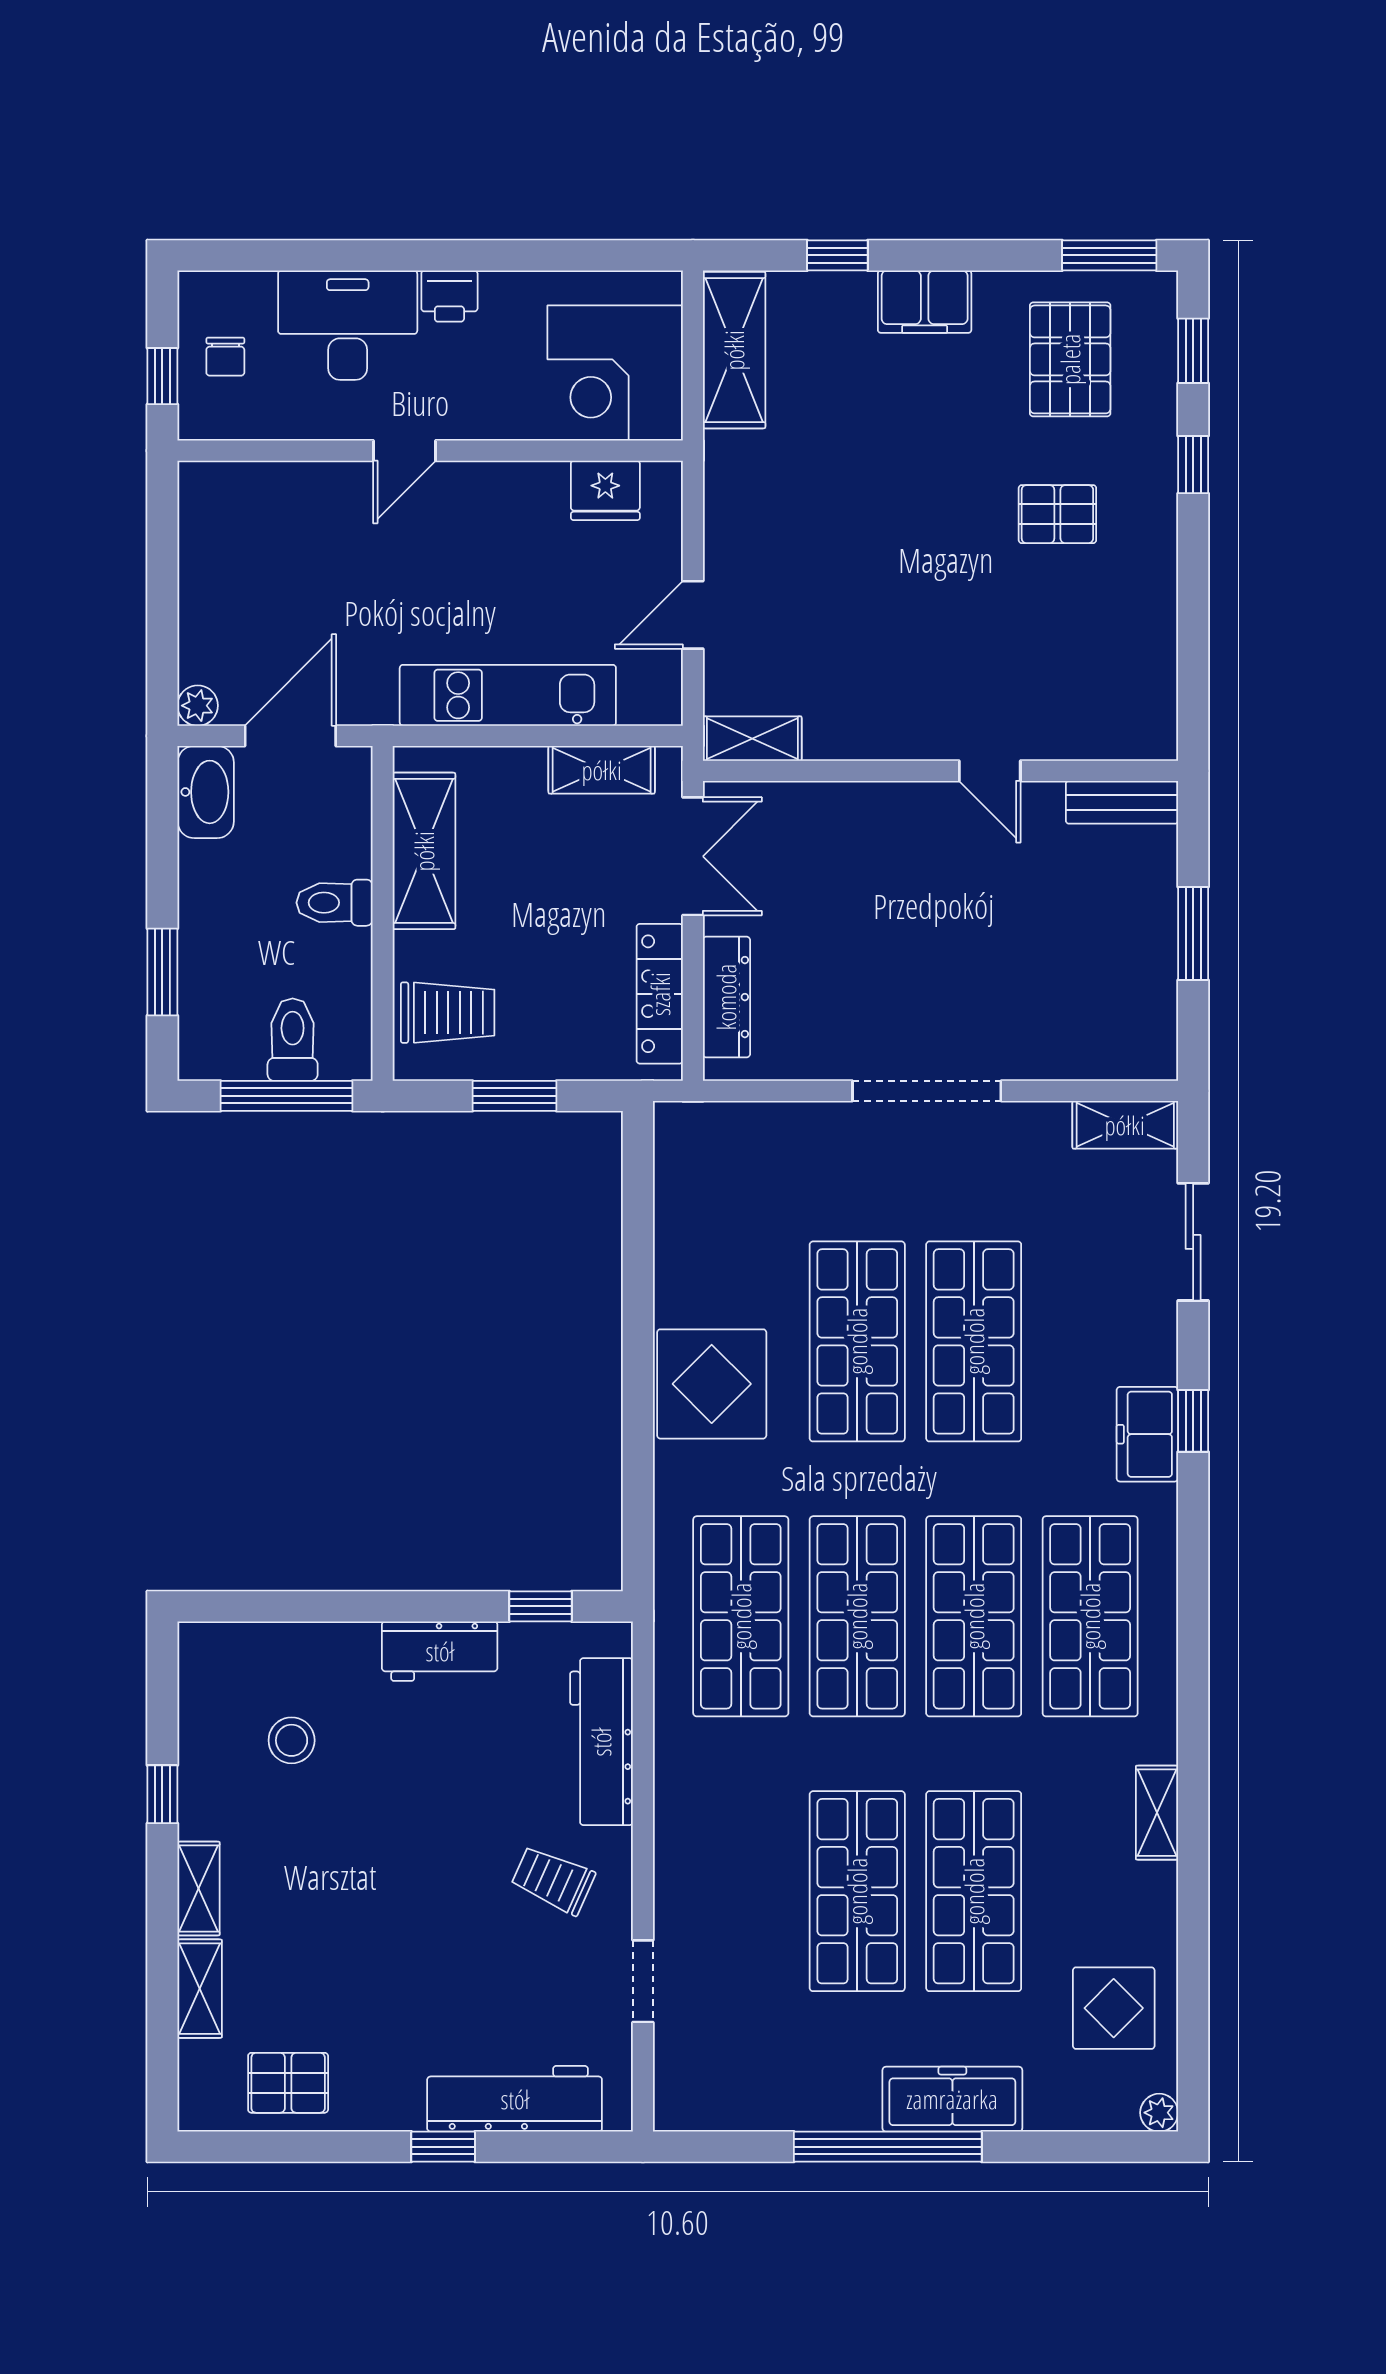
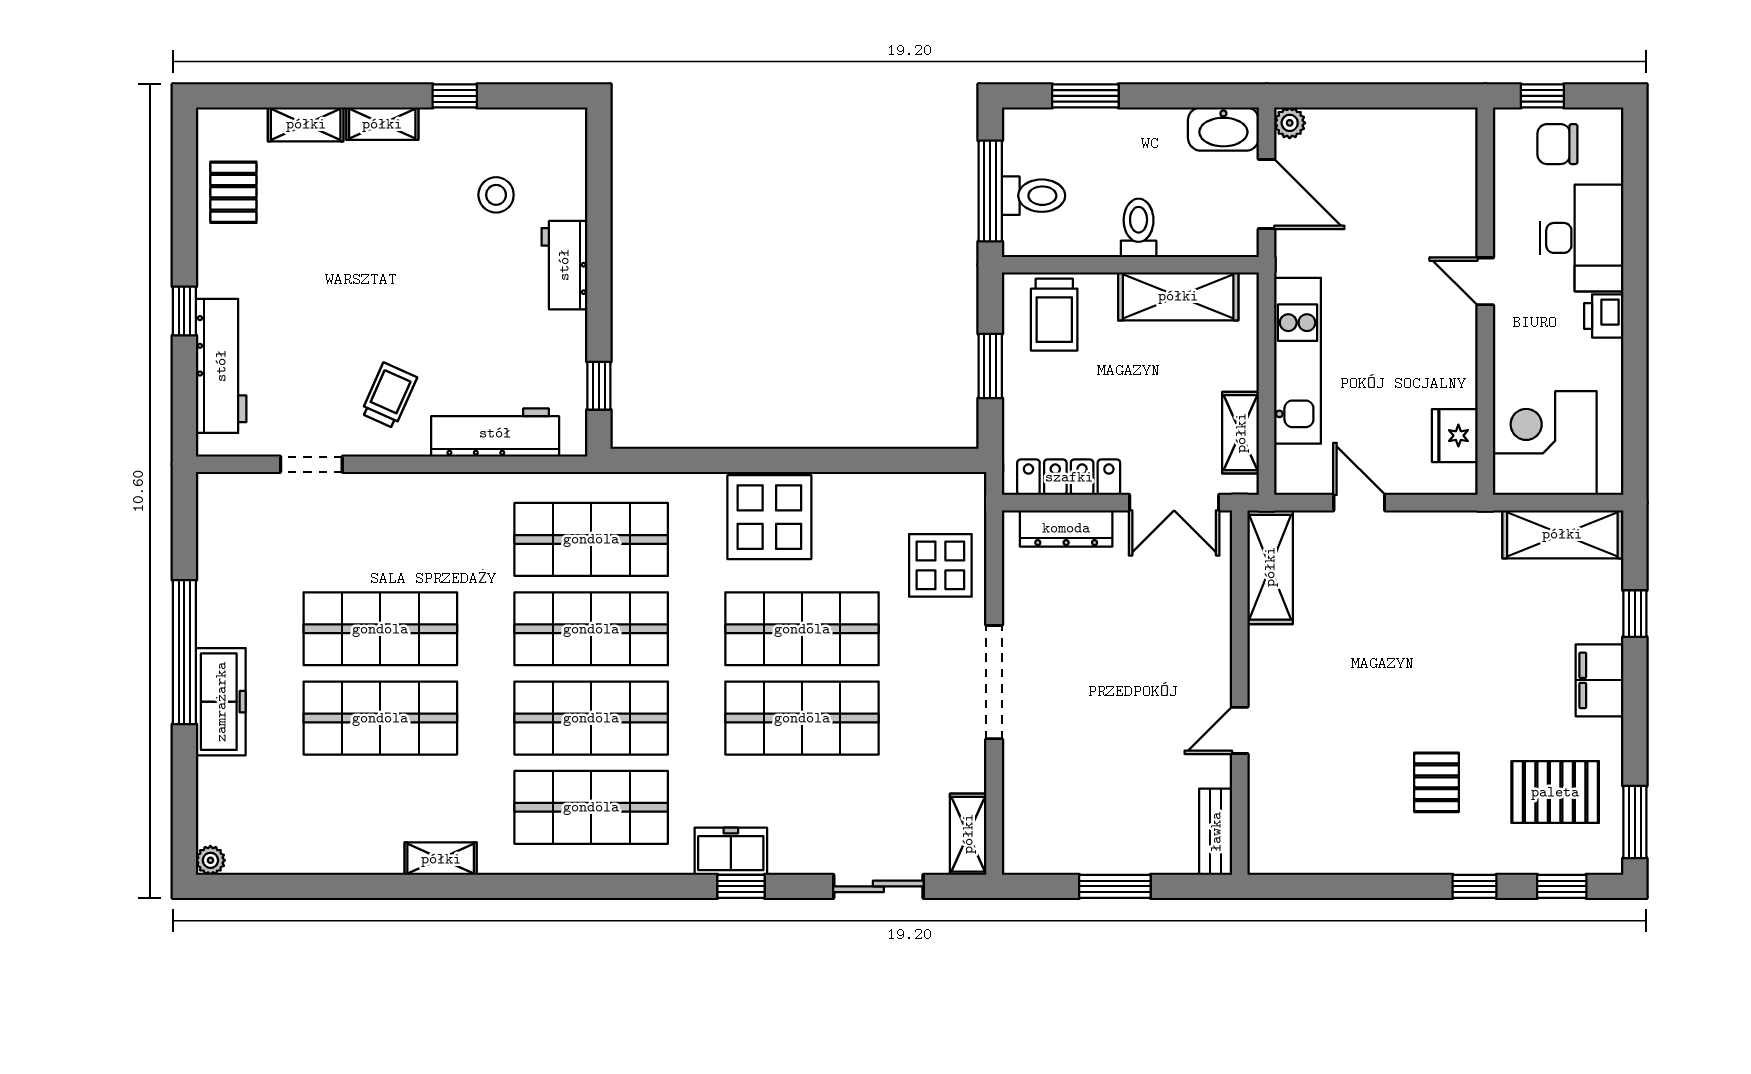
chair: (225, 357) -> (1557, 144), width x1.37, depth x1.37
shelving: (752, 739) -> (1270, 567), width x1.50, depth x1.33
workbench: (440, 1651) -> (564, 265), moved
display table: (1114, 2008) -> (940, 565), moved

